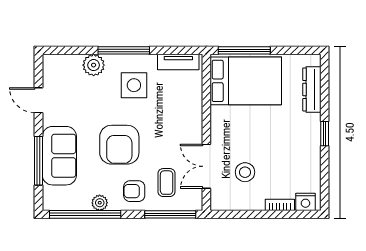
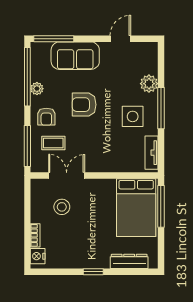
armchair: (119, 145) -> (84, 105), width x0.73, depth x0.73
window: (38, 161) -> (54, 39), moved
armchair: (134, 191) -> (46, 117), turned 180

